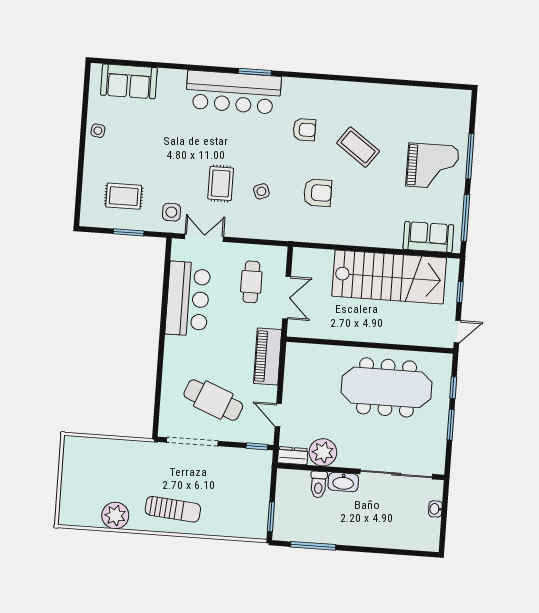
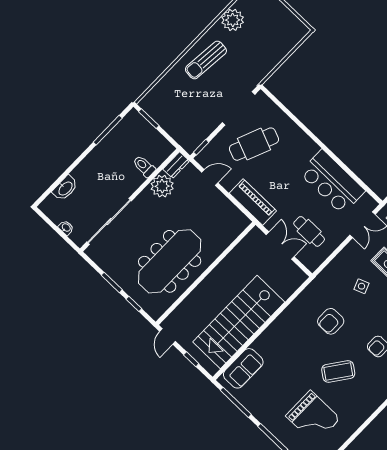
grand piano: (432, 166) -> (313, 417), moved, turned -90
double door: (287, 298) -> (280, 246), swing flipped
washbasin: (343, 482) -> (65, 188), moved, turned 180

